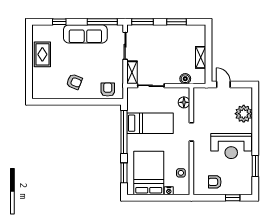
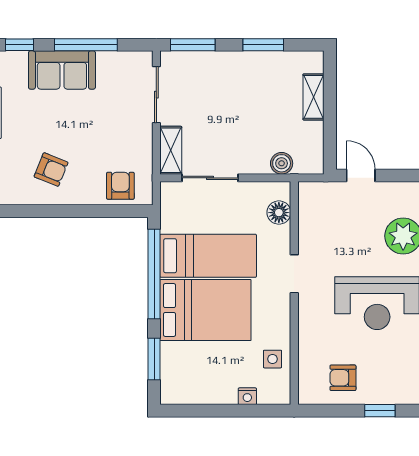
window: (102, 22) -> (86, 45), moved
sofa: (85, 34) -> (62, 70), width x0.73
shelving: (201, 57) -> (314, 97), moved
bed: (149, 173) -> (205, 310), moved, turned 90

